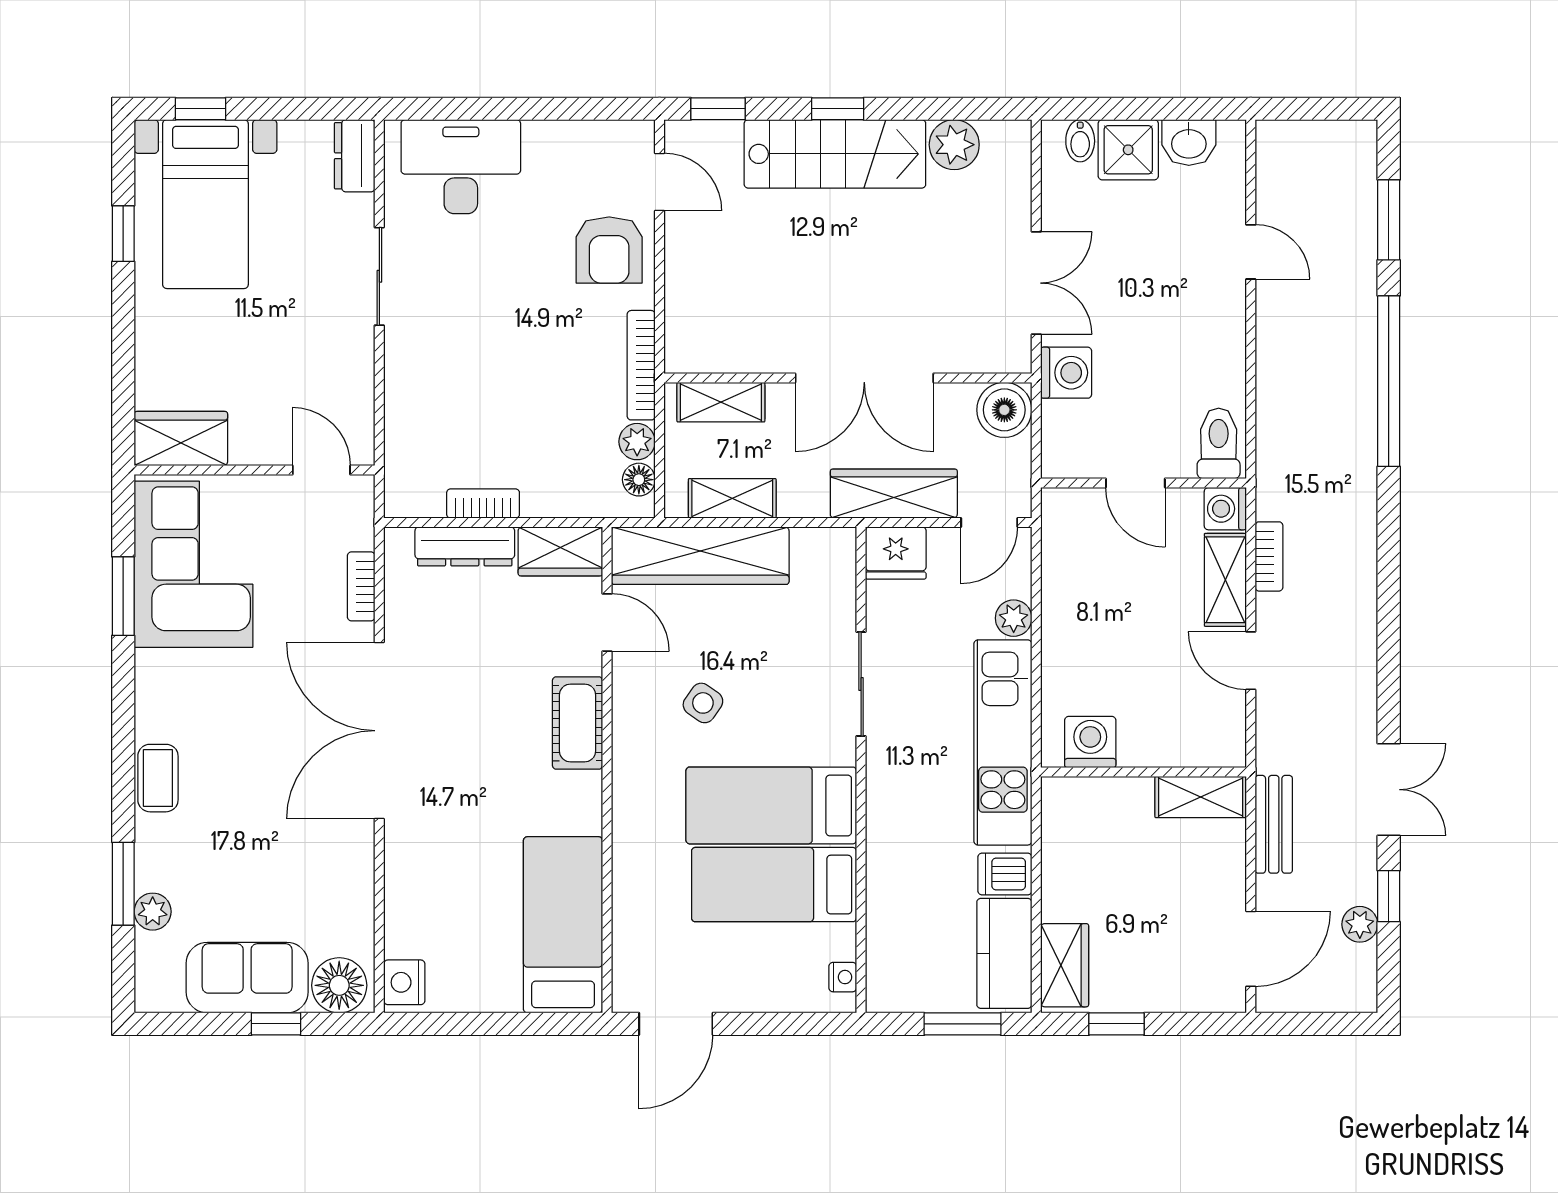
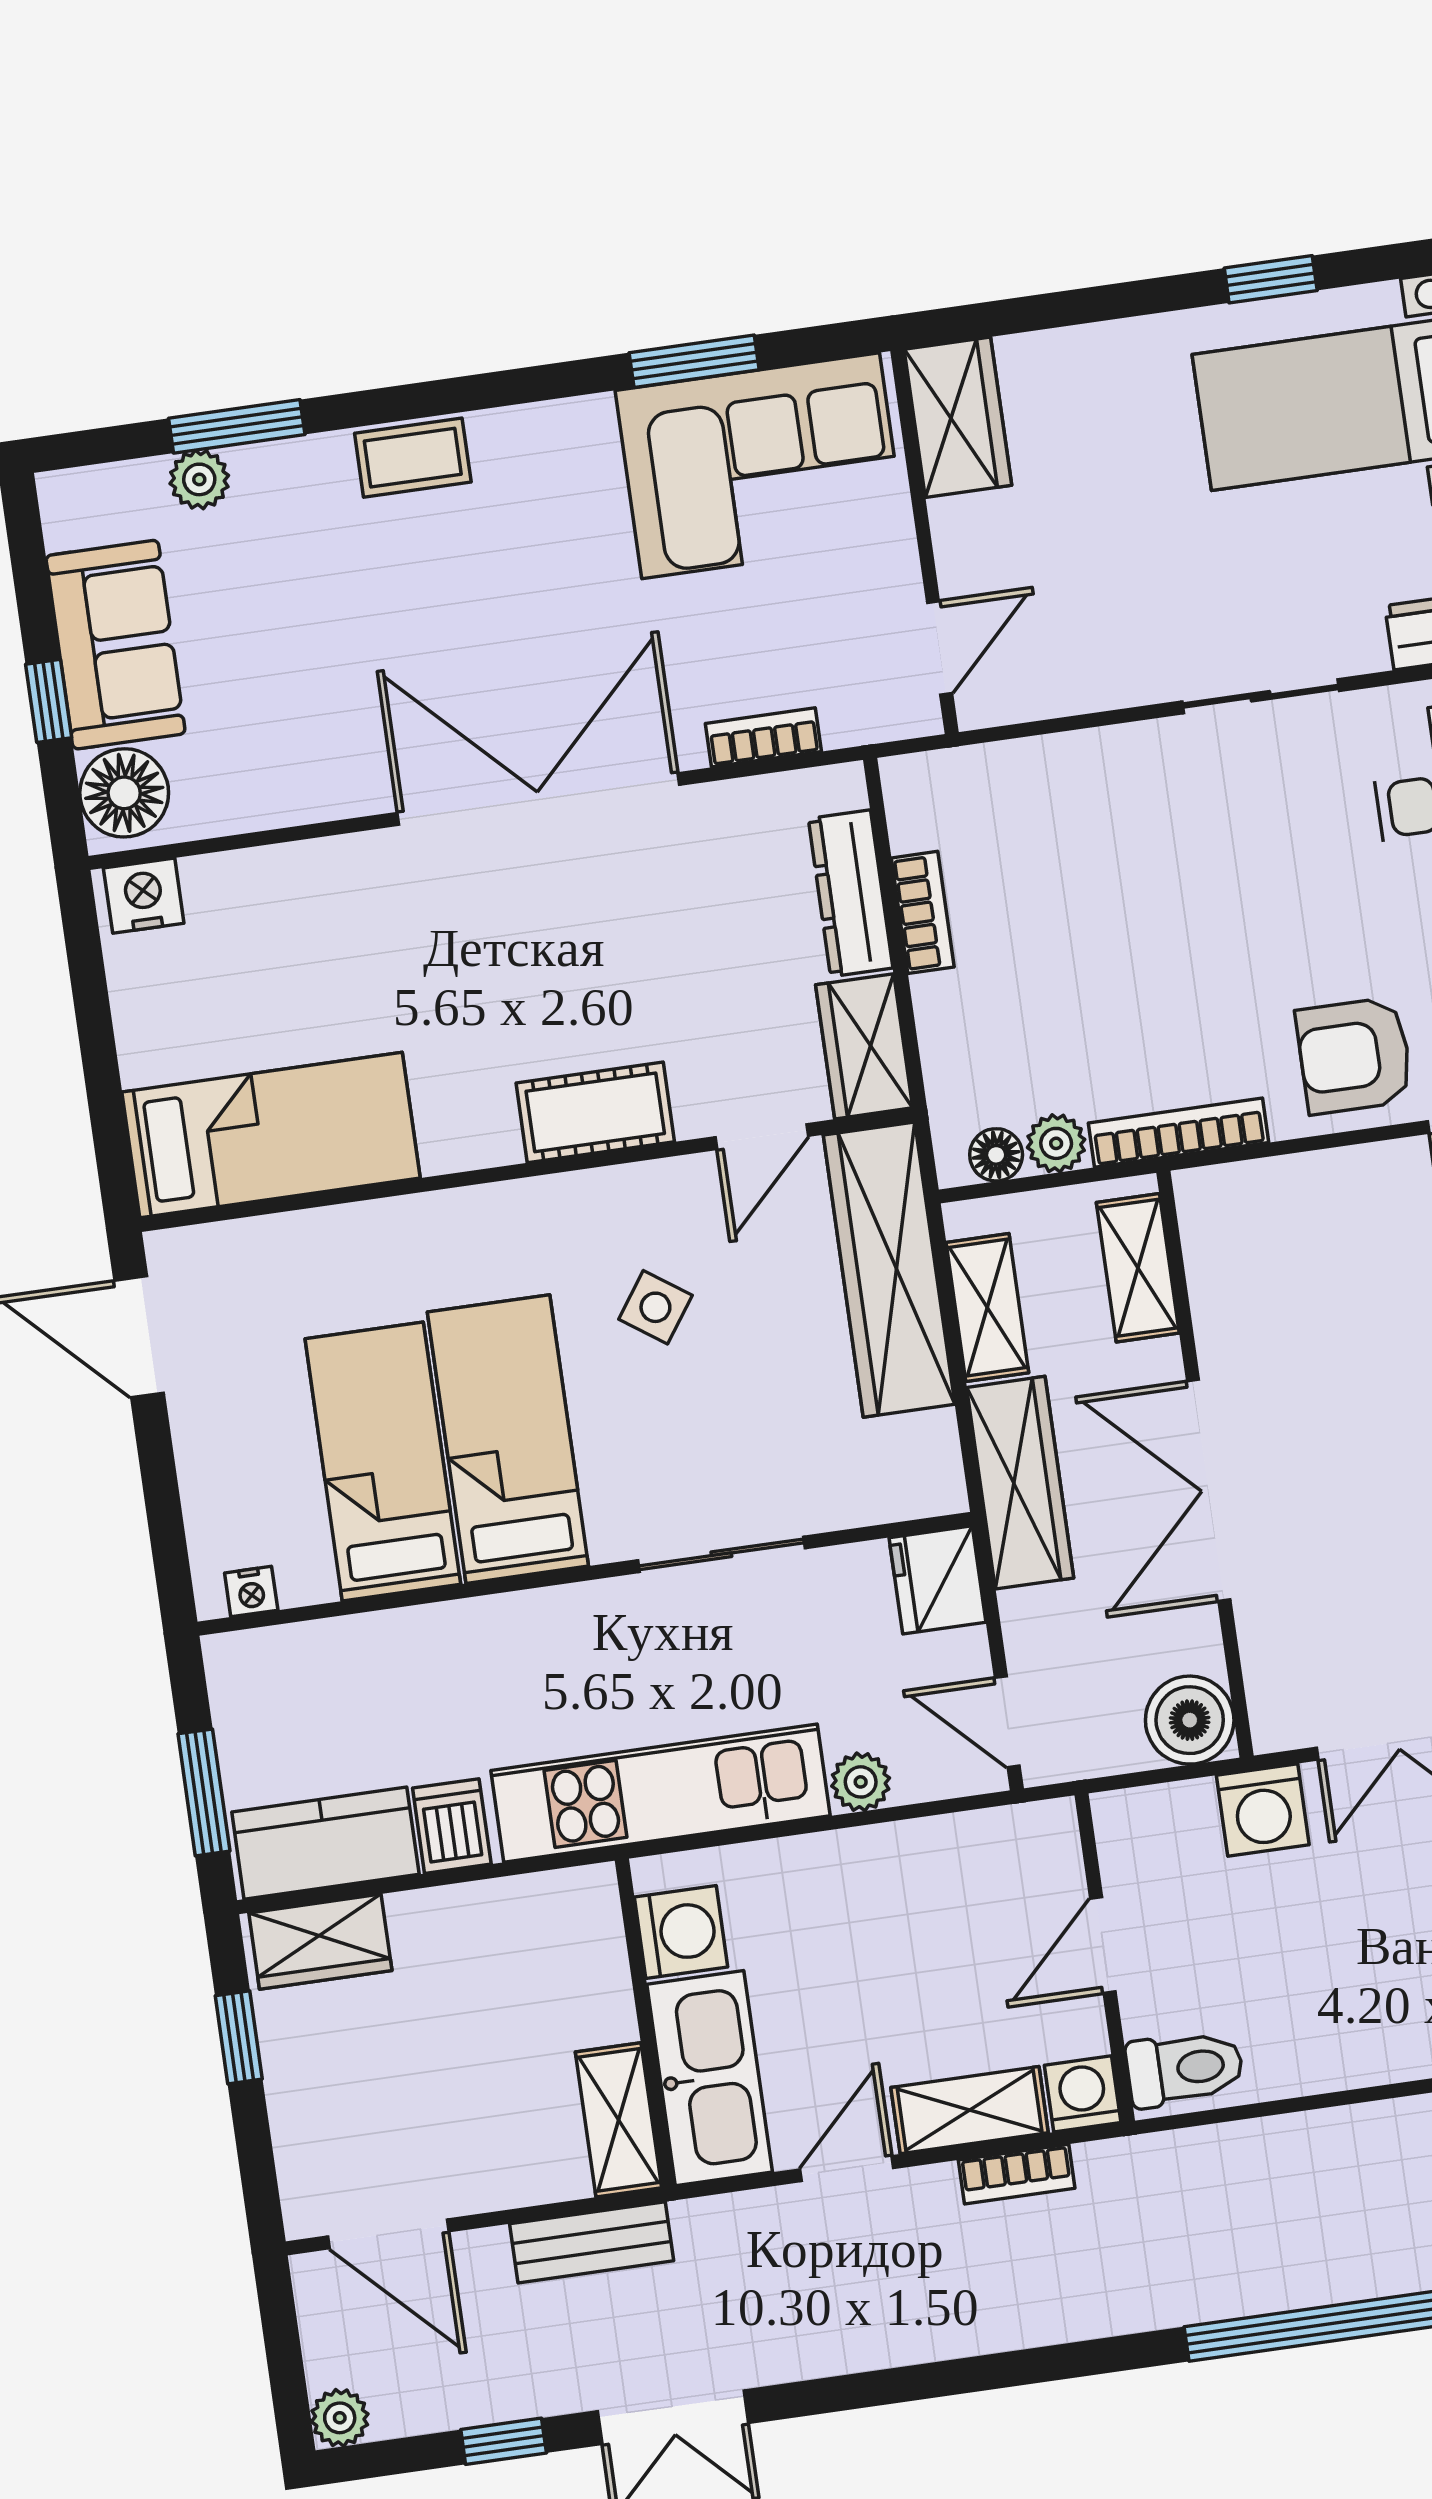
wardrobe: (894, 494) -> (1020, 1483), moved
kitchen sink: (1183, 737) -> (710, 2078), added
plant: (1360, 924) -> (340, 2418), moved

